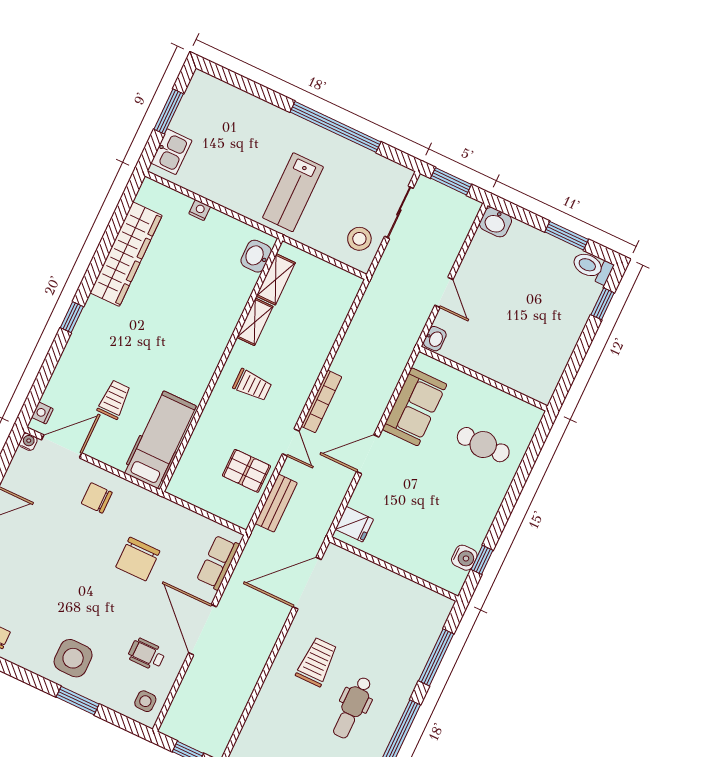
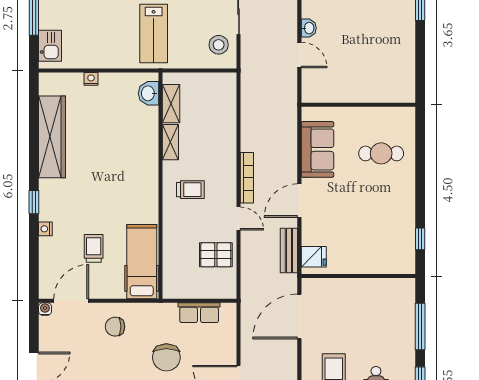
washbasin: (435, 339) -> (309, 28), moved
nightstand: (42, 413) -> (45, 229), moved
bench: (276, 503) -> (289, 251), moved
water cooler: (464, 558) -> (406, 243), removed
row of seats: (218, 562) -> (199, 313), moved, turned -90

